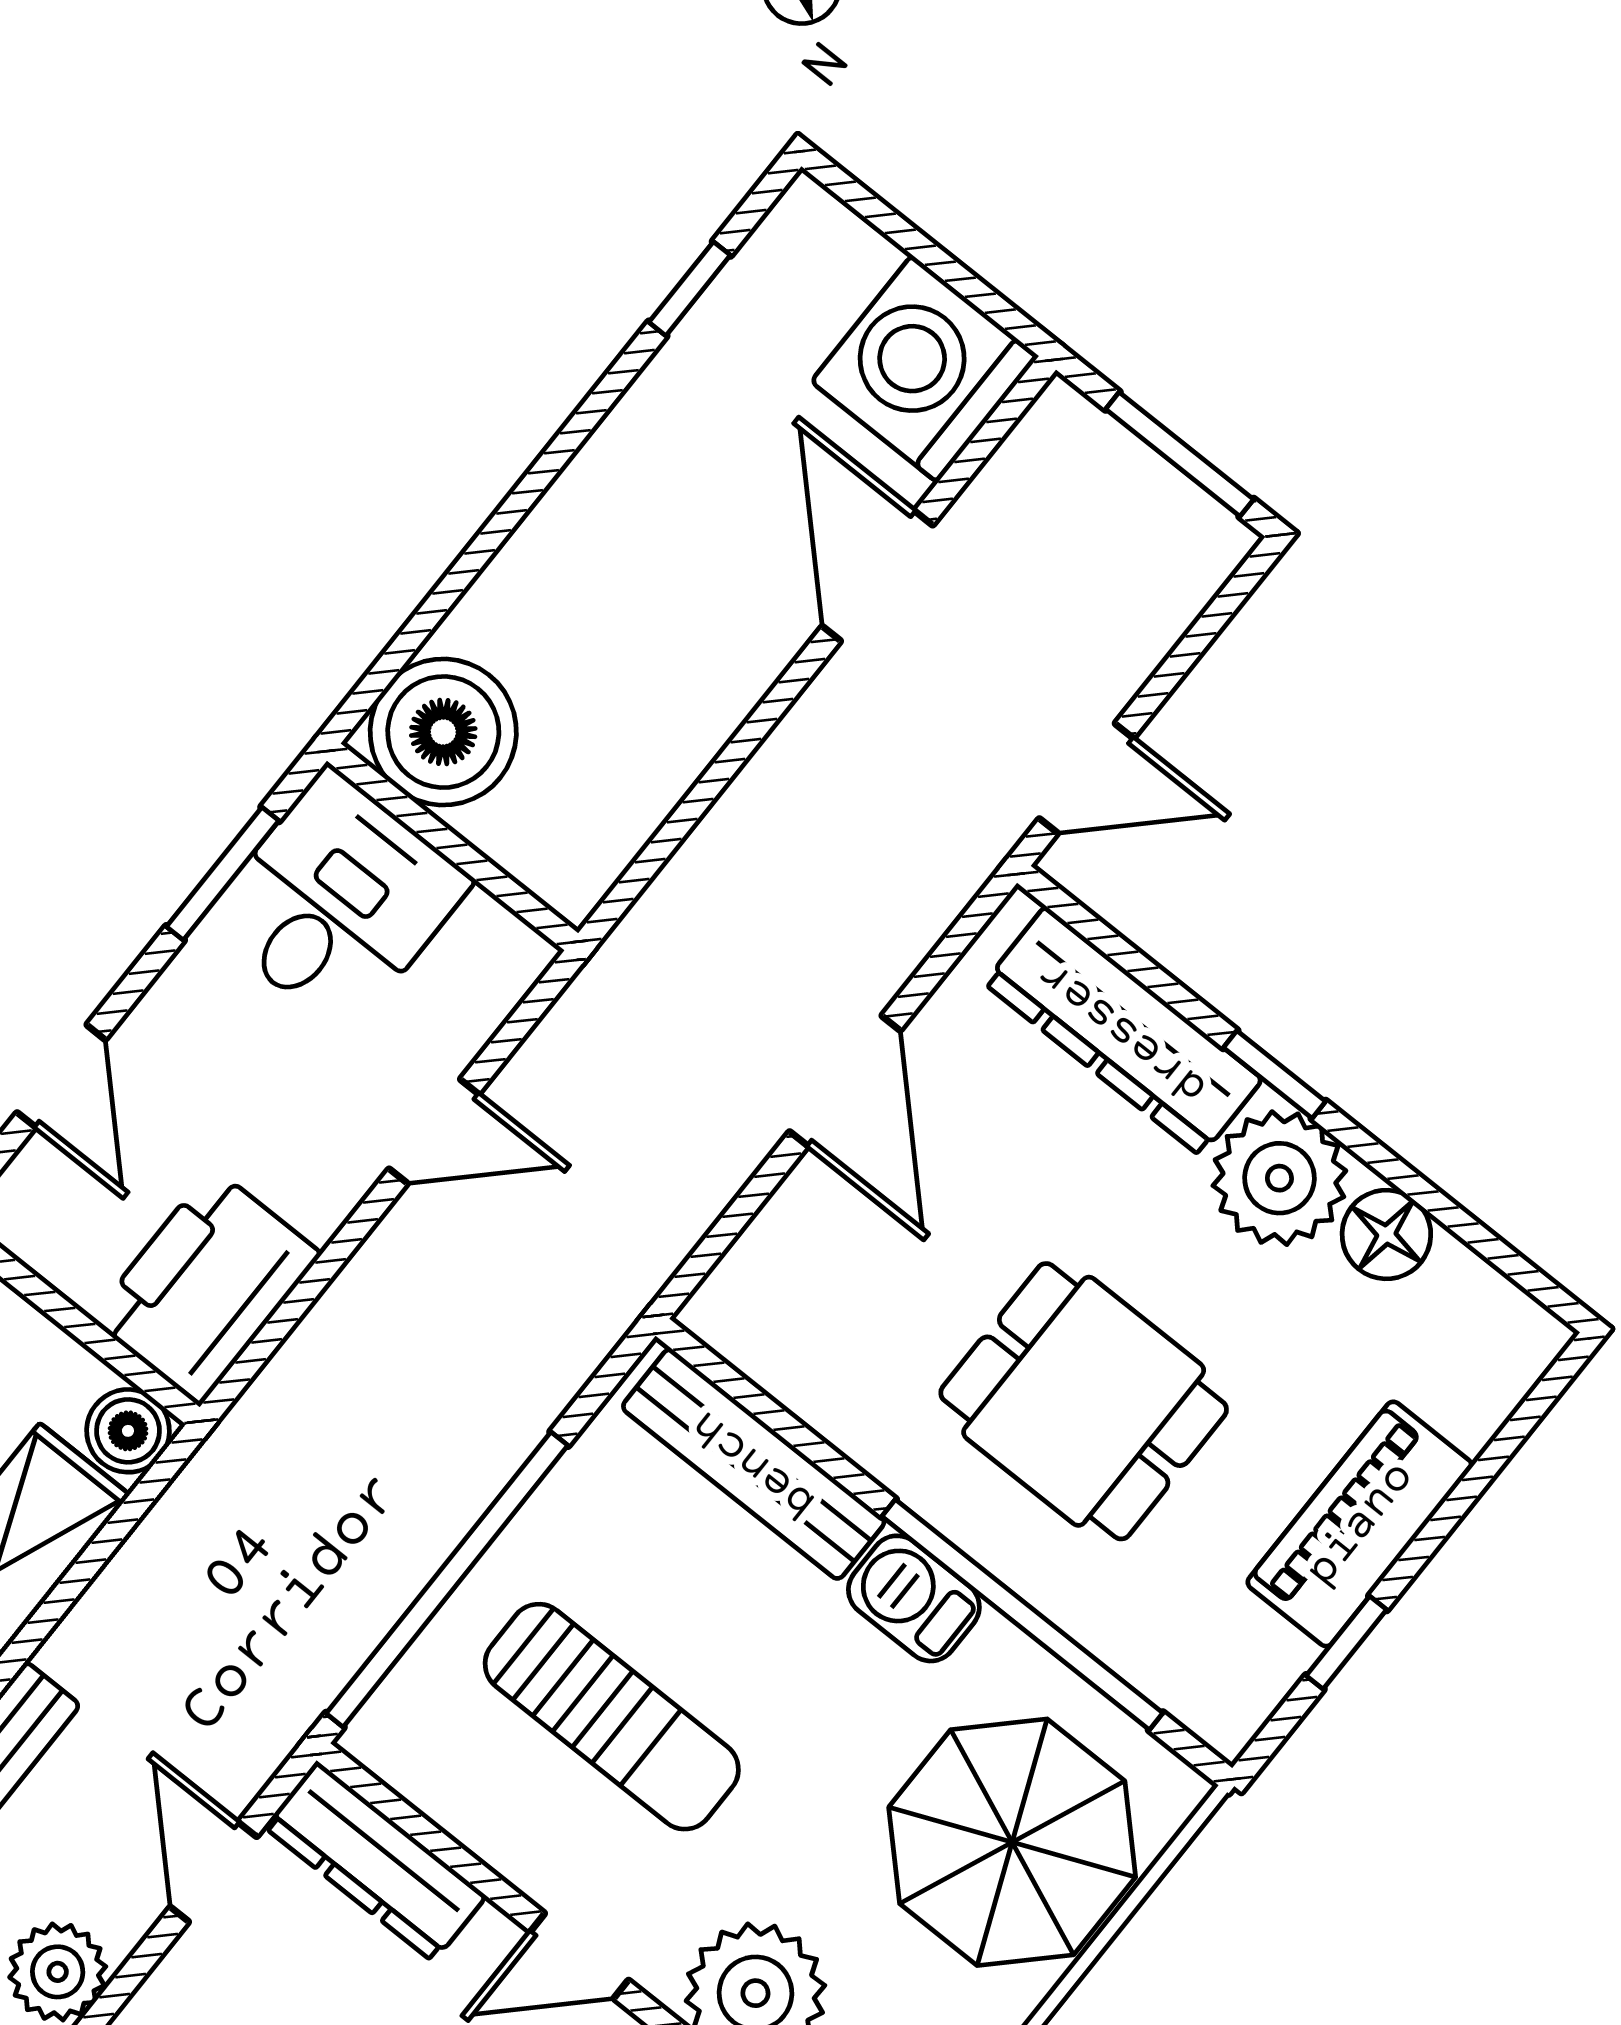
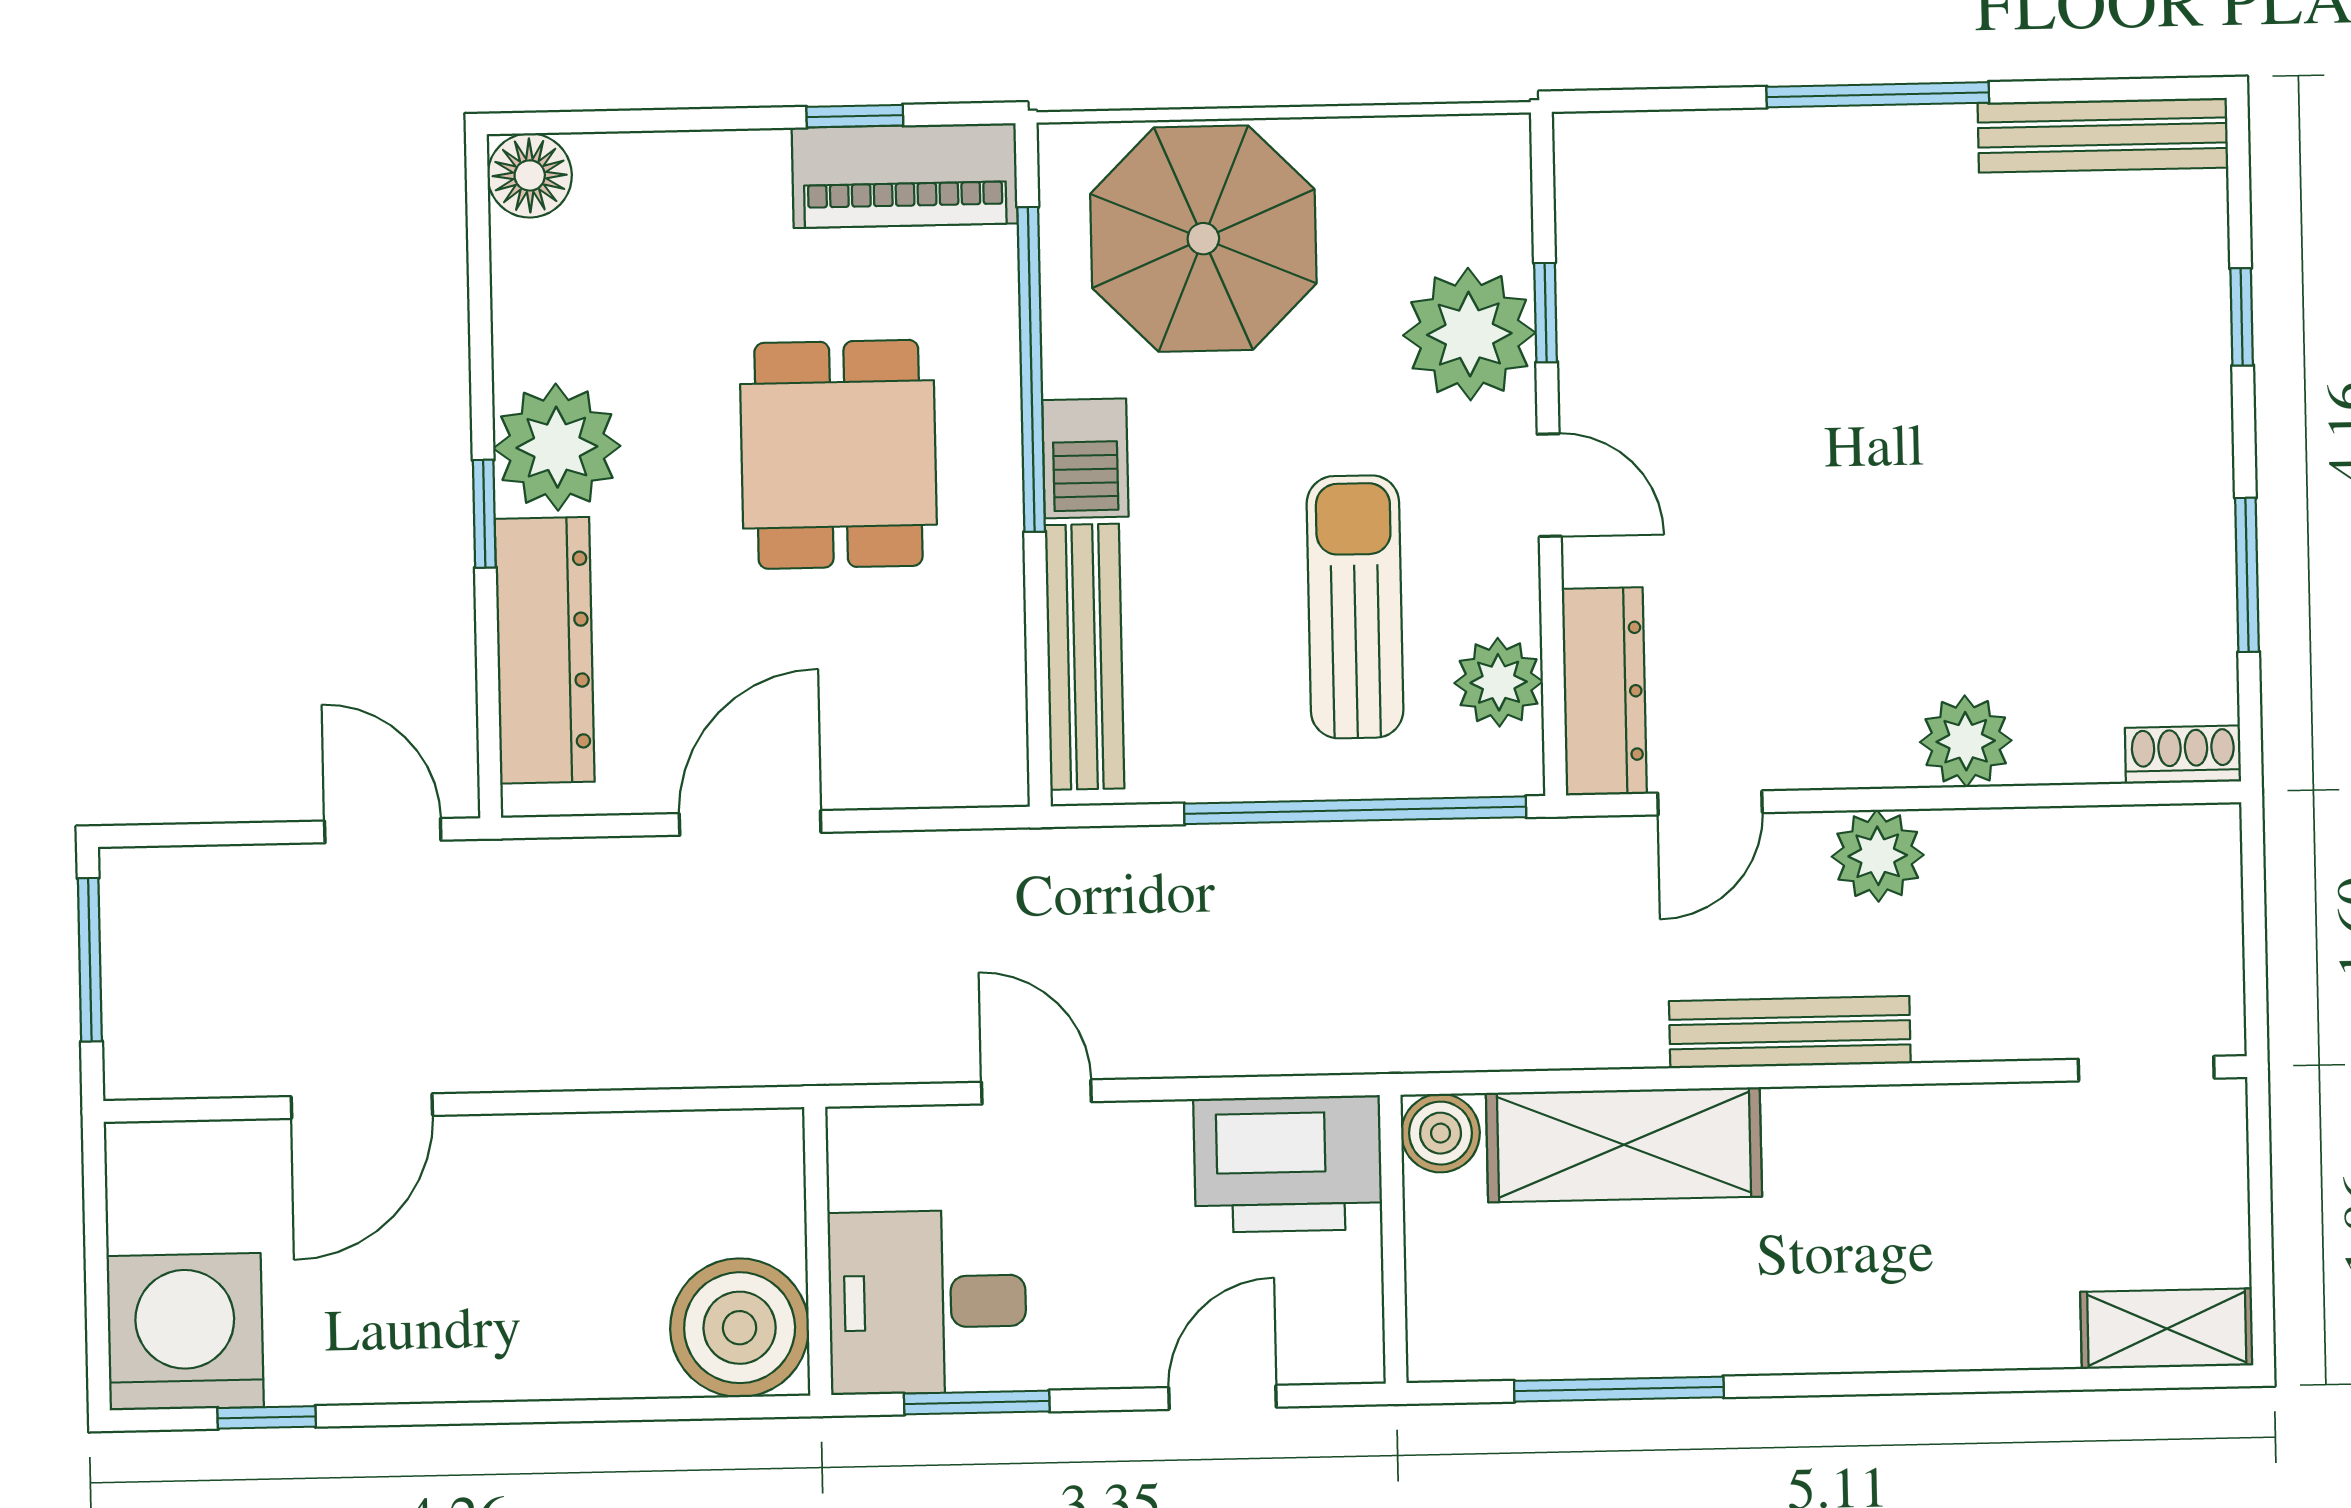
washing machine: (925, 369) -> (185, 1332), moved, turned 180
floor lamp: (1386, 1235) -> (530, 175), moved
piano: (1360, 1524) -> (905, 176), moved
plant: (454, 1782) -> (1499, 682), added

